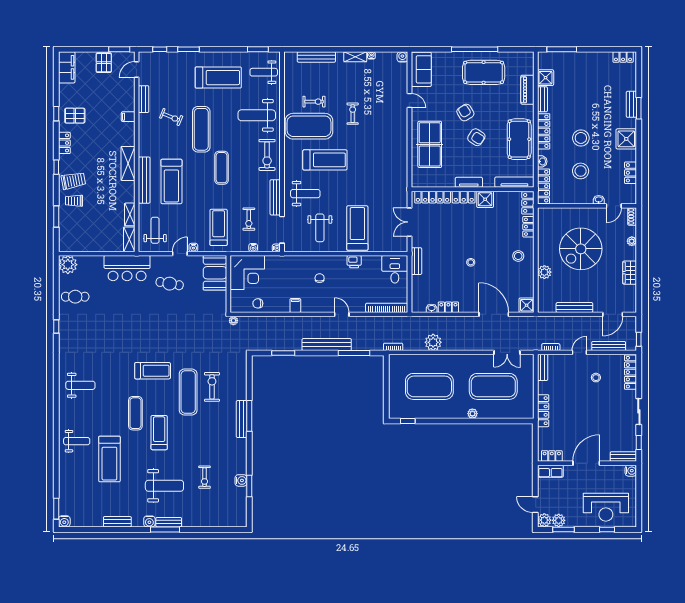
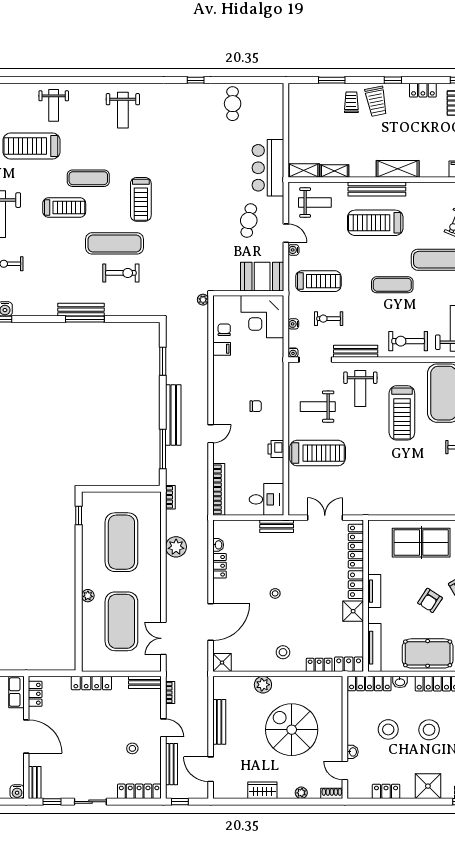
plant: (68, 265) -> (272, 94), removed
filing cabinet: (295, 306) -> (222, 349), moved

